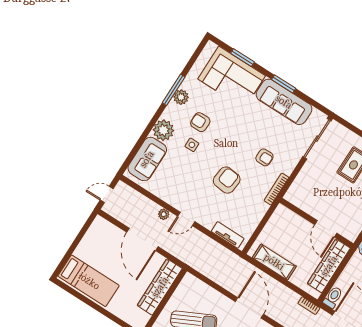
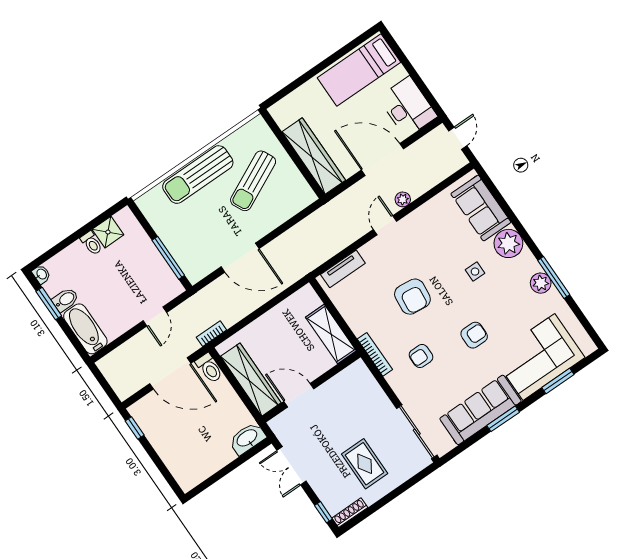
armchair: (200, 122) -> (474, 335), moved
desk: (100, 237) -> (408, 107), added
shelving: (274, 262) -> (331, 334), moved, turned 90

